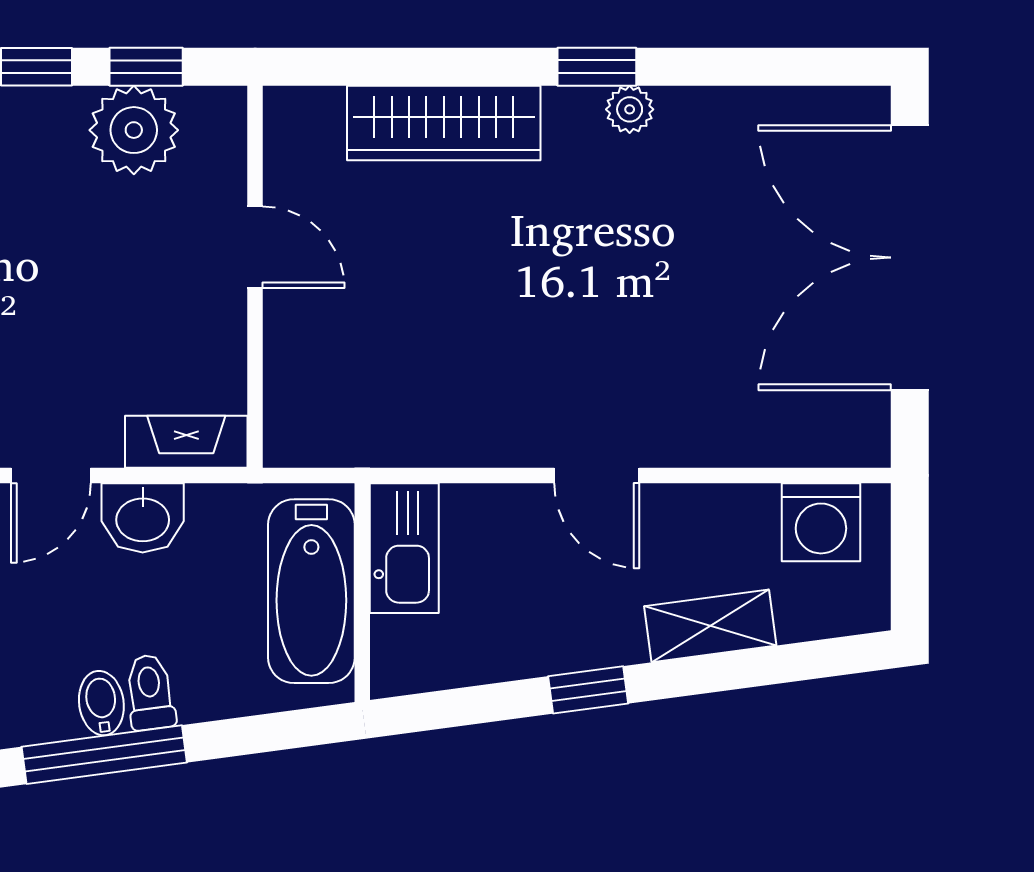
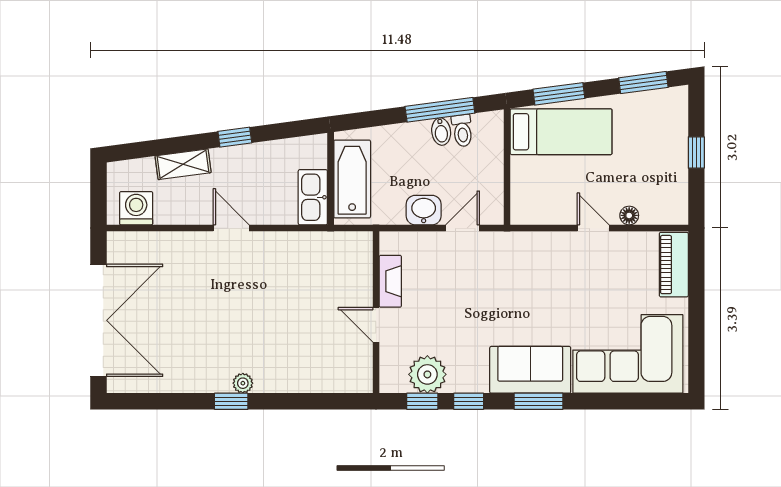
plant: (630, 109) -> (243, 383), moved
wardrobe: (444, 123) -> (296, 377), removed
fireplace: (186, 442) -> (390, 281), moved, turned -90
toilet: (150, 692) -> (462, 131), moved

